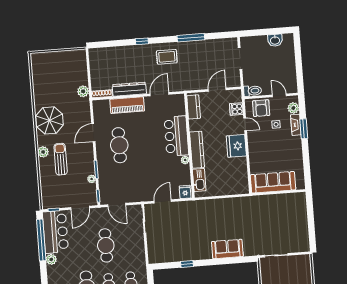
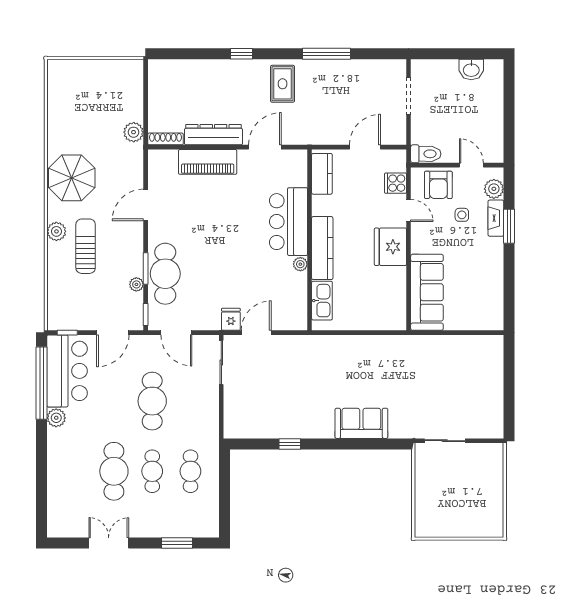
rug: (167, 57) -> (283, 84), turned 90
cafe table: (119, 145) -> (165, 274), moved
sofa: (273, 182) -> (427, 292), moved, turned 90
fridge: (185, 192) -> (231, 319), moved

